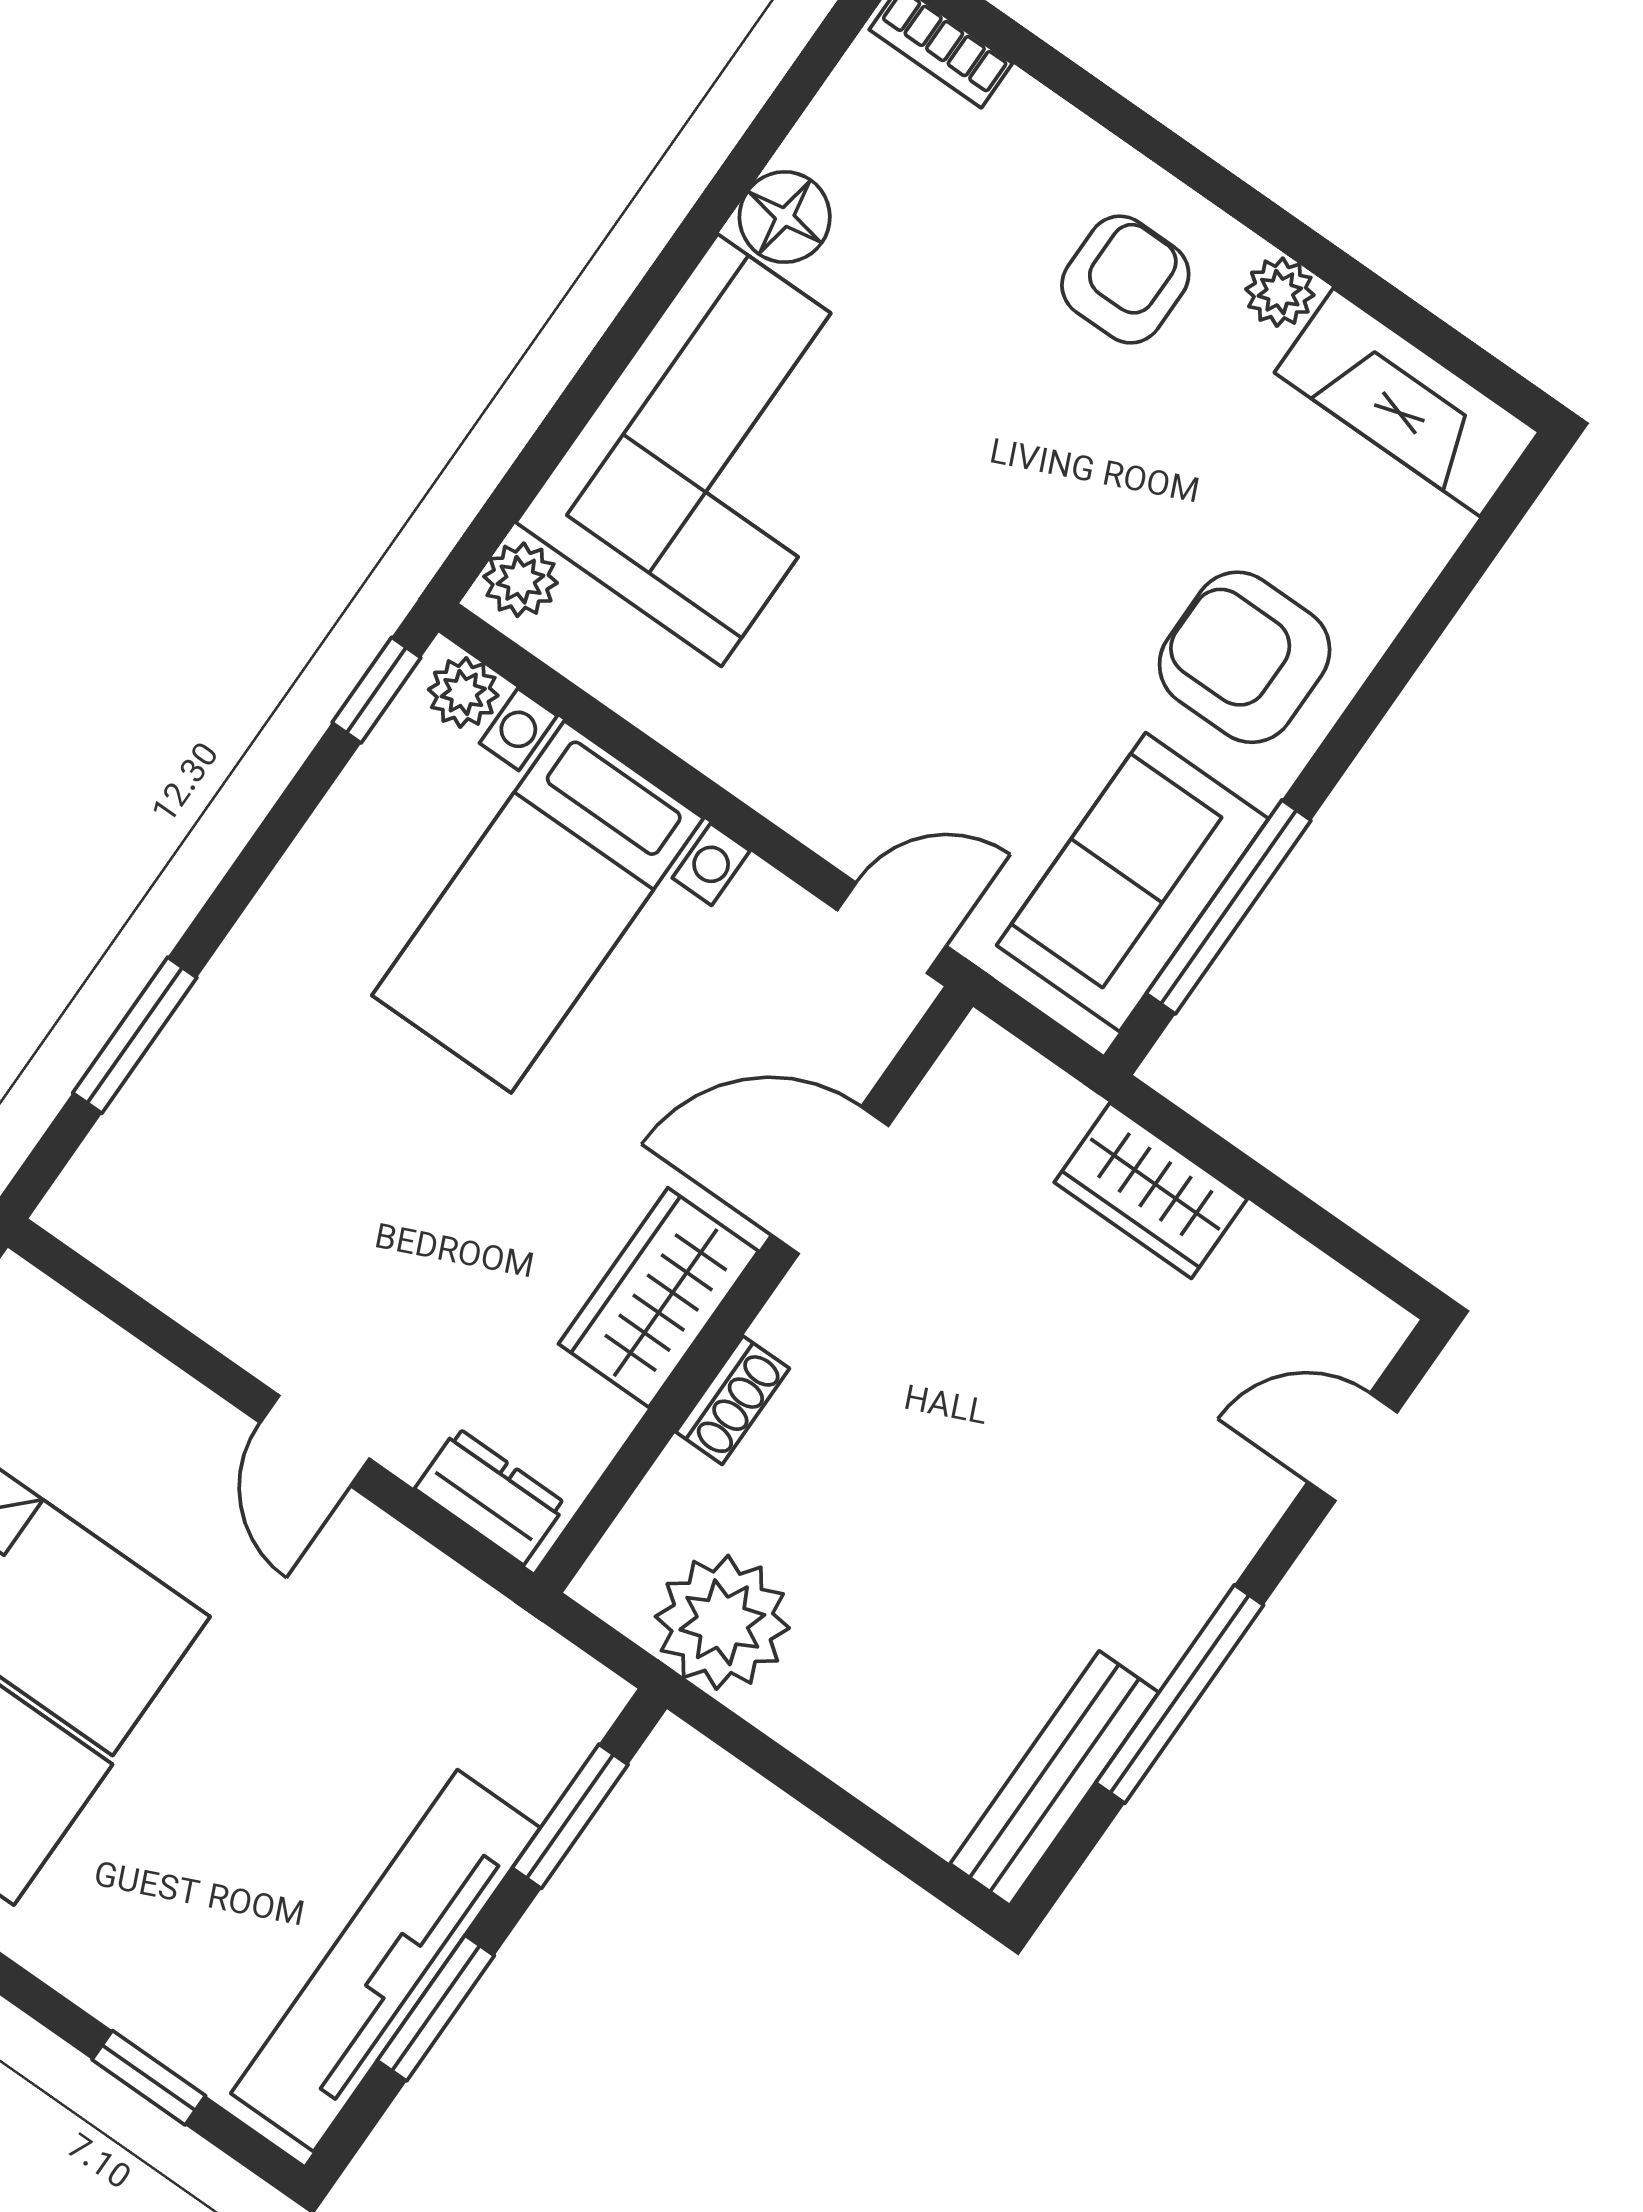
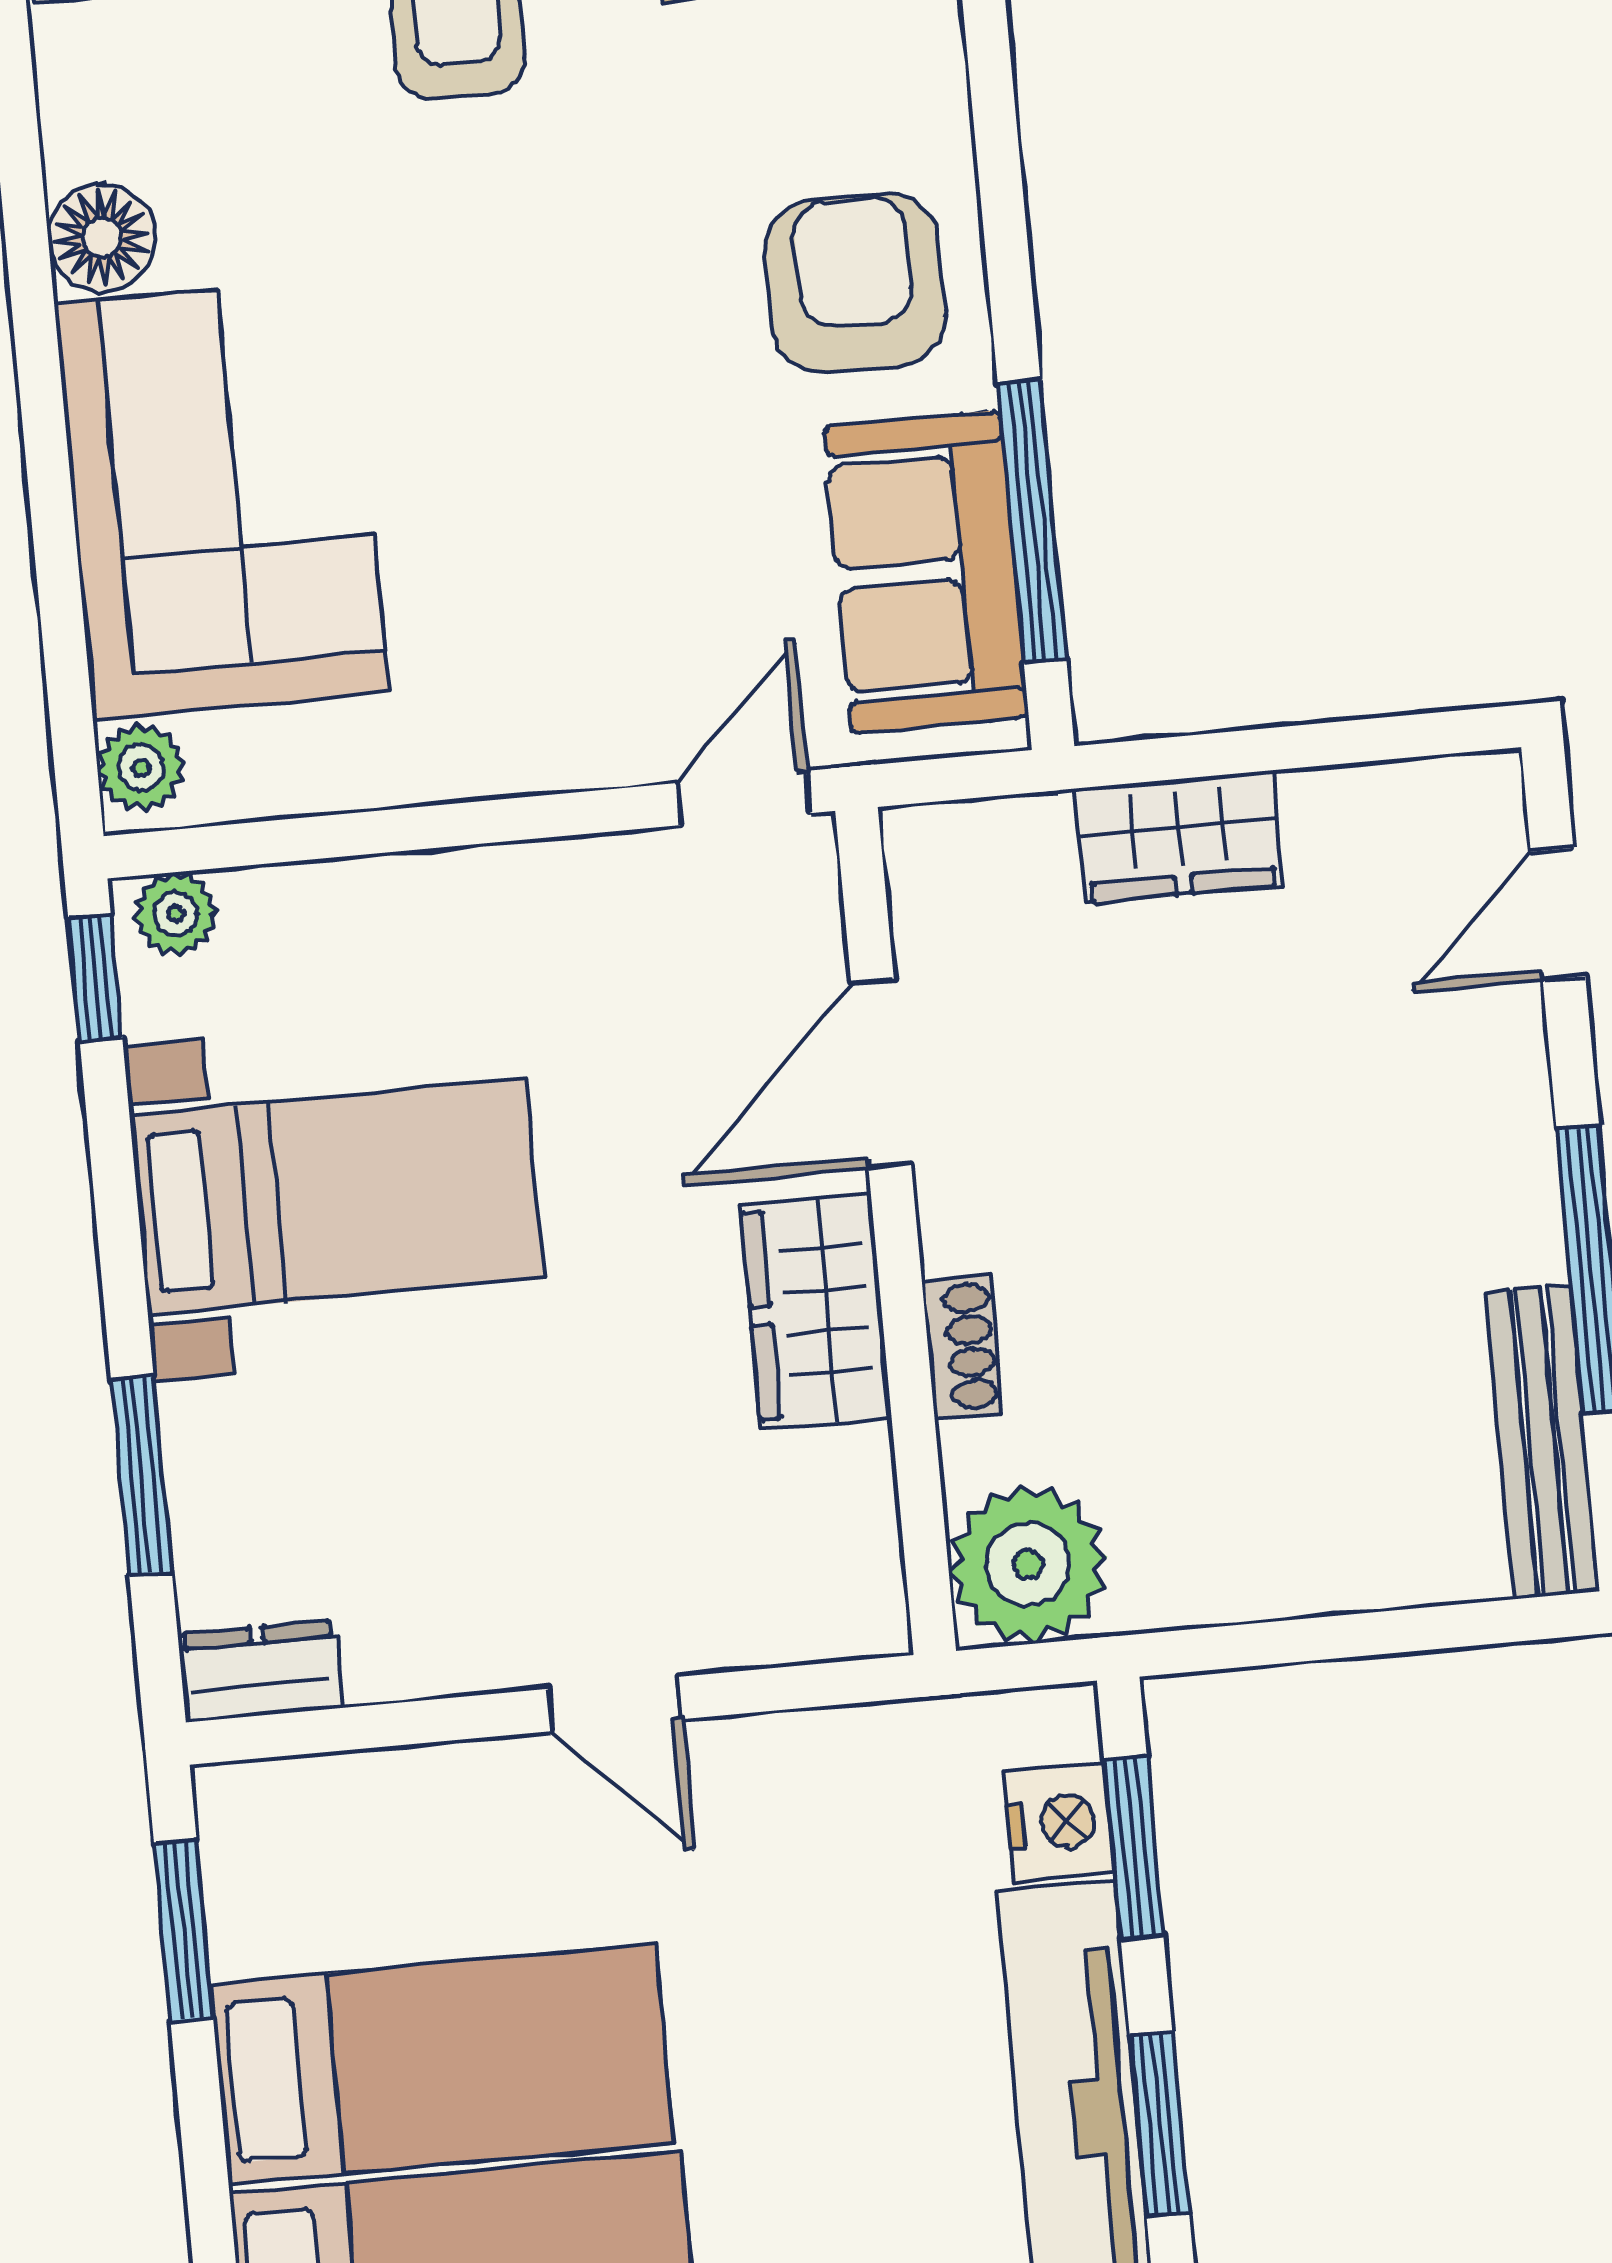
armchair: (1245, 657) -> (855, 283), turned 90
bed with nightstands: (538, 907) -> (337, 1196), moved, turned -90
dresser: (491, 1496) -> (260, 1671), moved
plant: (722, 1622) -> (1028, 1564), moved
nightstand: (536, 1759) -> (1059, 1822), added

